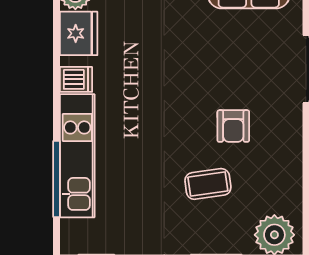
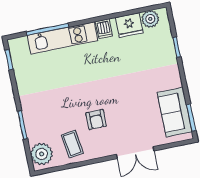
armchair: (233, 126) -> (96, 120), turned -90
coffee table: (208, 184) -> (72, 144), moved

